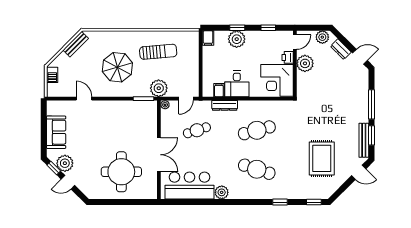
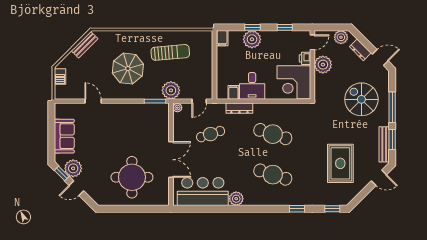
spiral stairs: (342, 97) -> (361, 99), added
cafe table: (257, 130) -> (273, 134), turned 33

